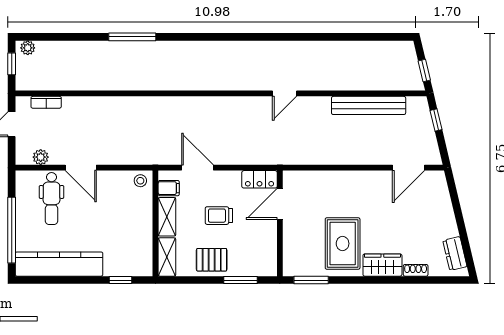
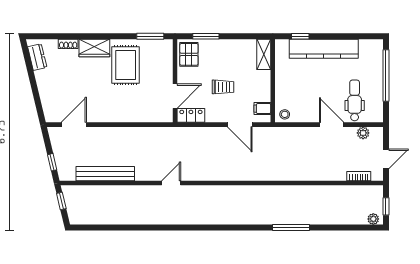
shelving: (167, 217) -> (264, 86), removed
pallet: (212, 260) -> (189, 54), moved, turned 90
kitchen counter: (59, 264) -> (324, 49), moved

